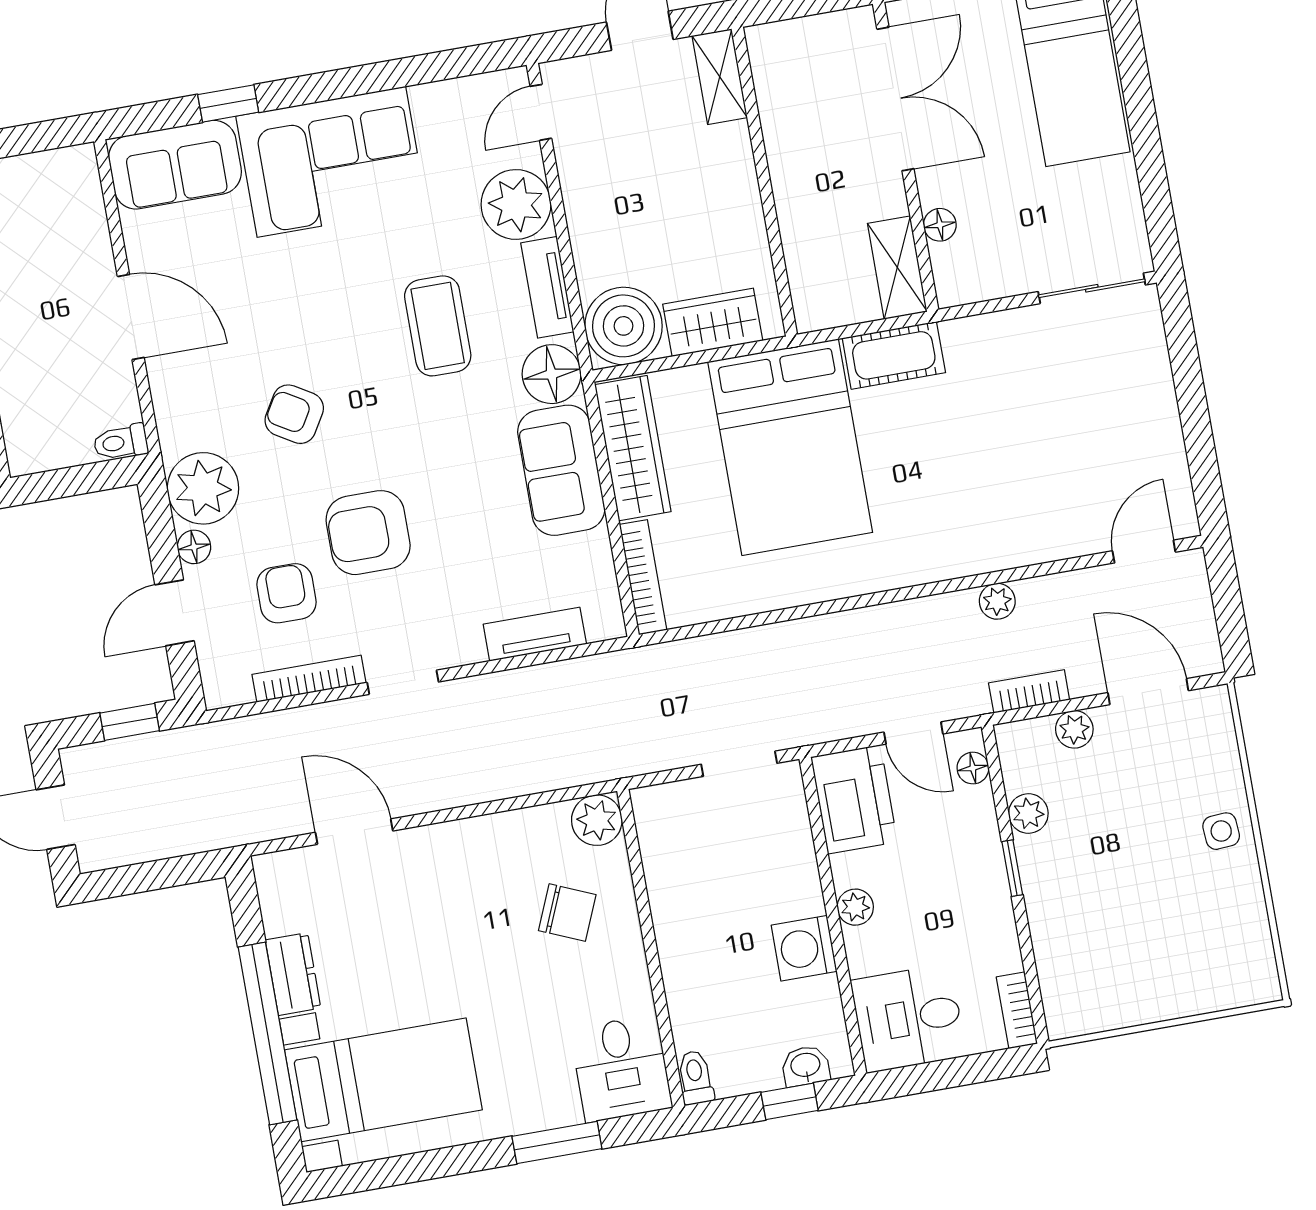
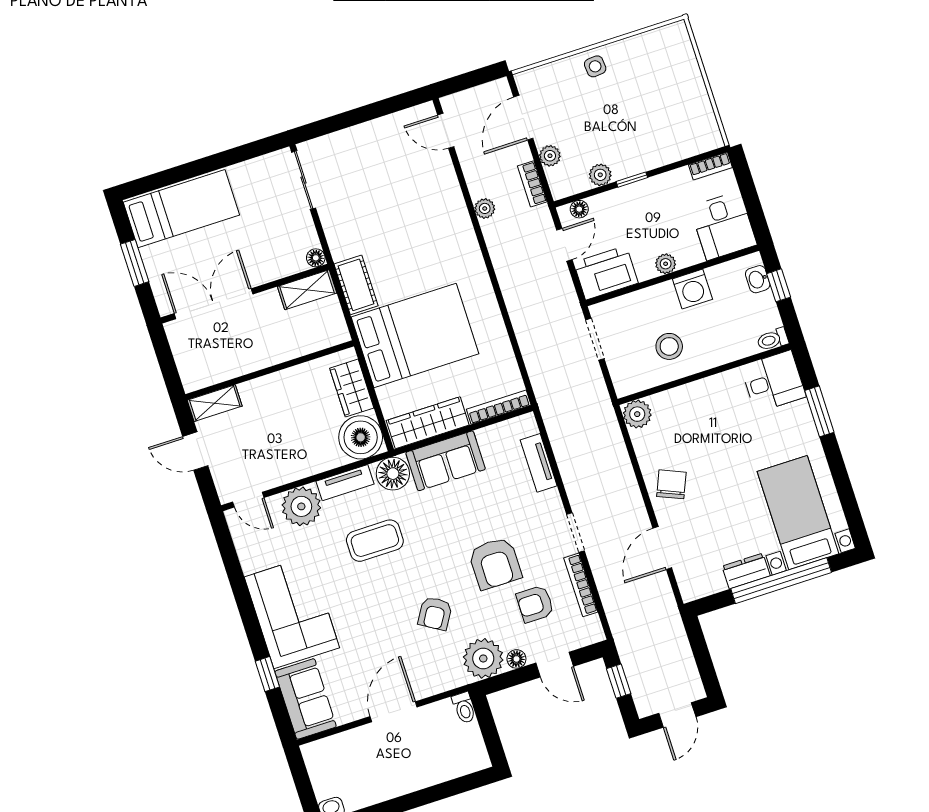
floor lamp: (940, 225) -> (316, 258), moved
stool: (708, 893) -> (669, 346), added
chair: (567, 913) -> (671, 484), moved

